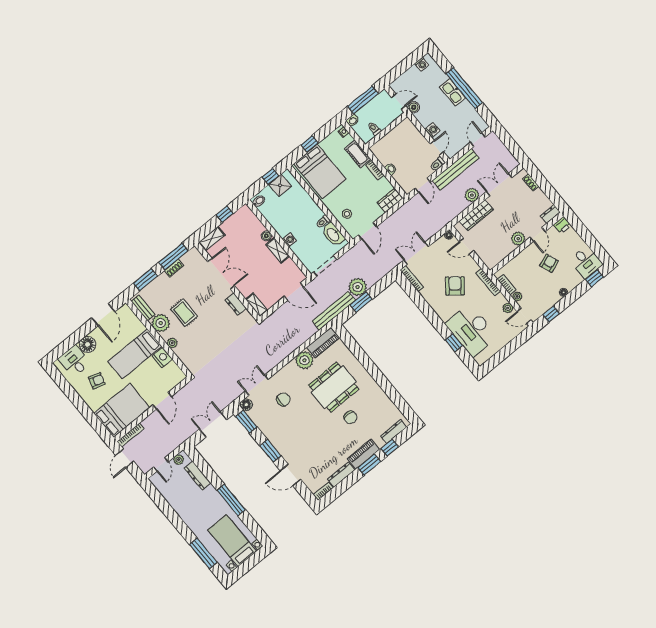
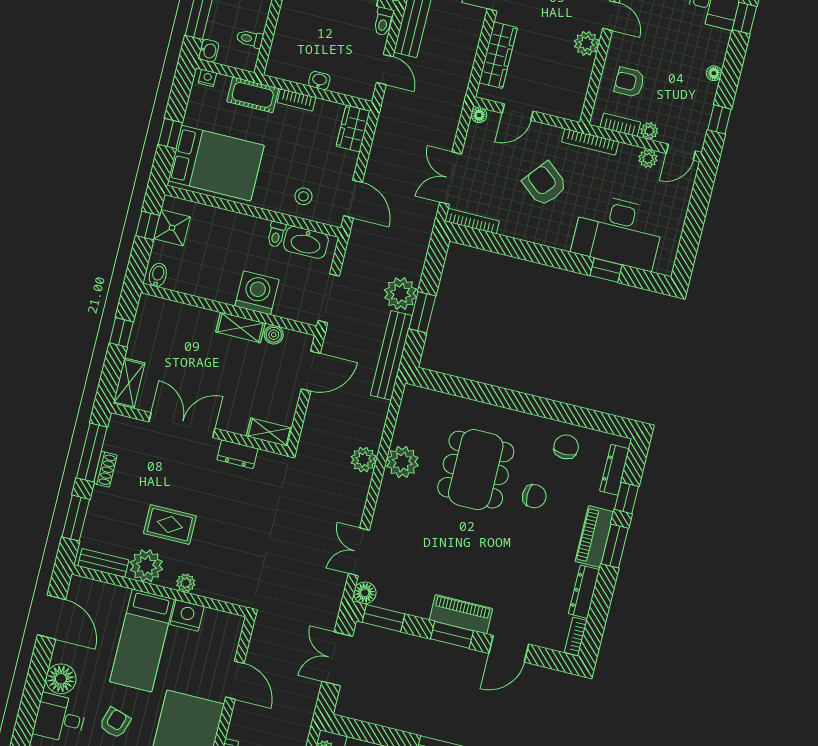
plant: (472, 195) -> (364, 460), moved
boiler: (266, 236) -> (274, 335), moved
washing machine: (289, 240) -> (257, 293), width x1.89, depth x1.89
armchair: (549, 263) -> (629, 82), moved, turned -70
piano: (323, 343) -> (461, 614), moved, turned -90
chair: (283, 399) -> (566, 447), moved

